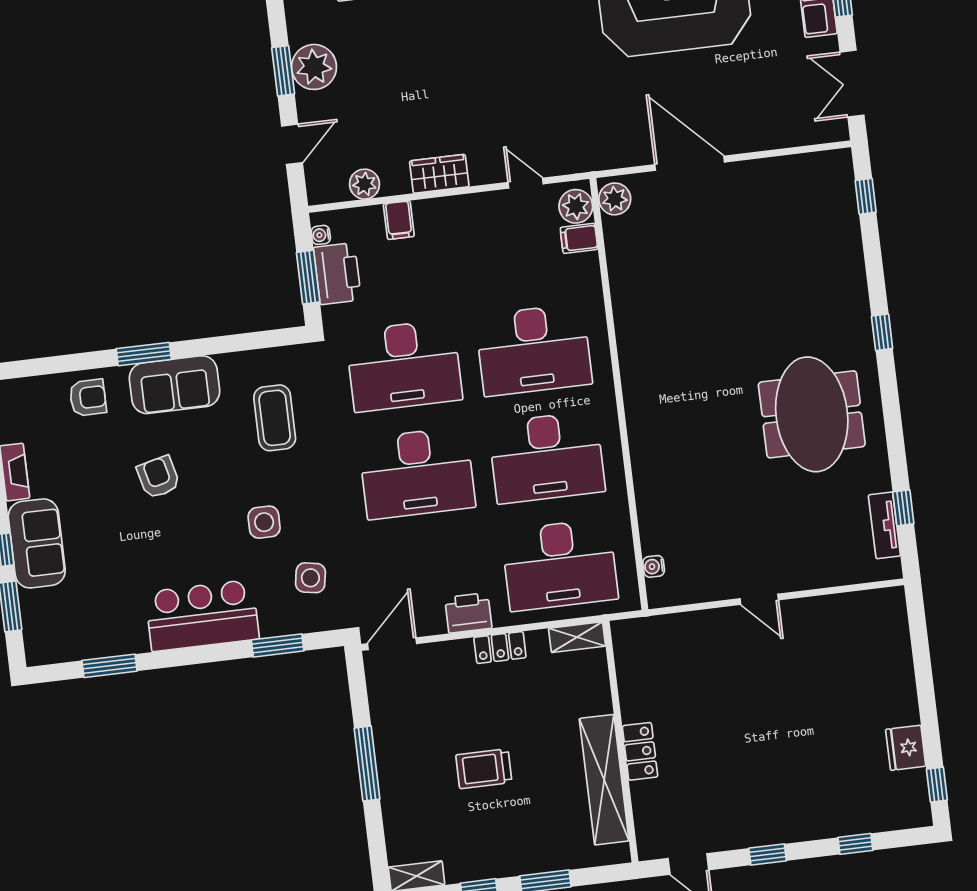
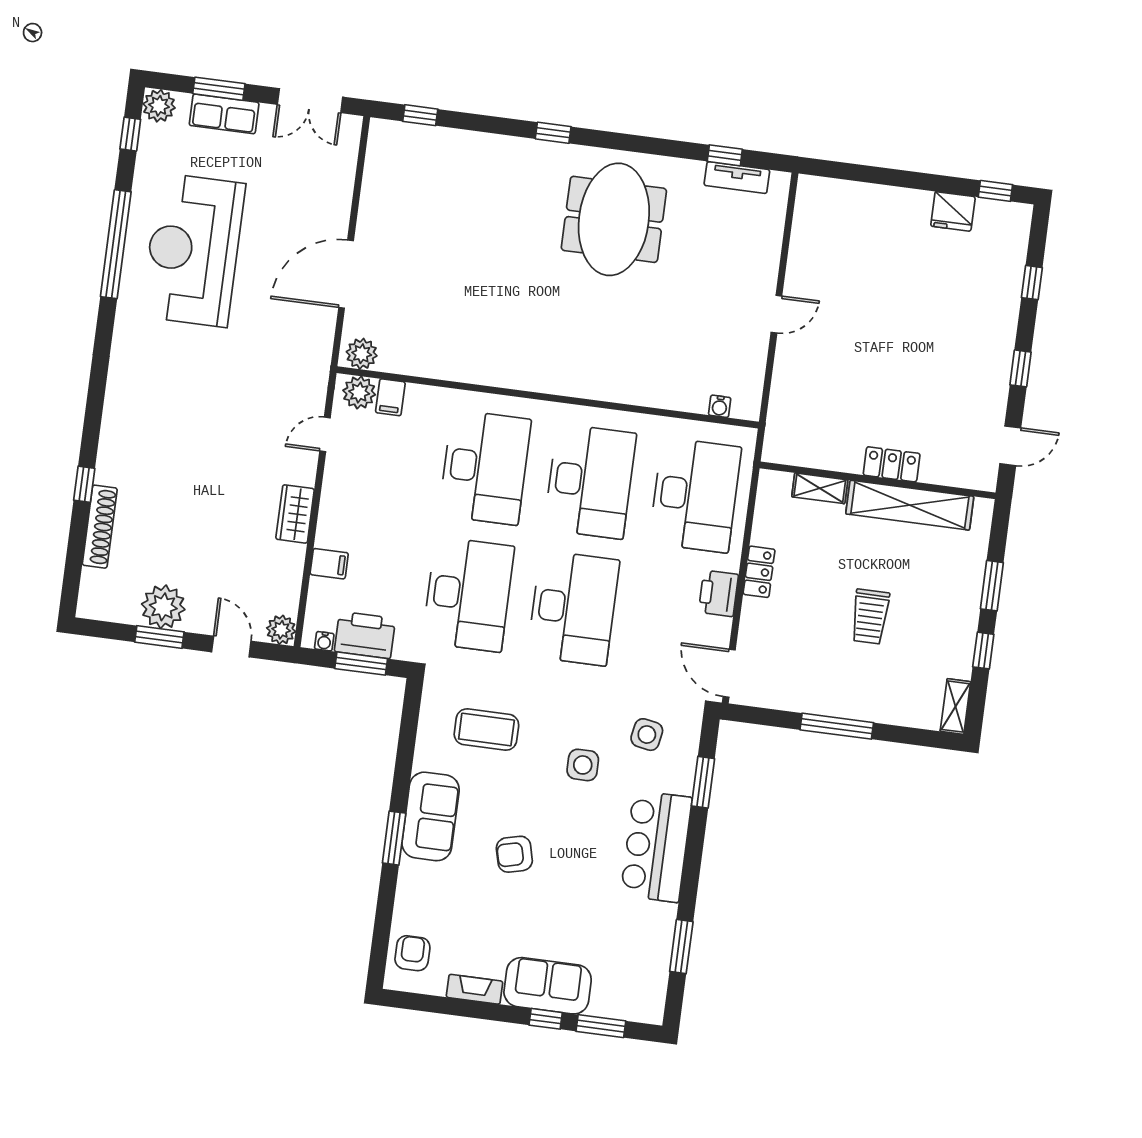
plant: (364, 184) -> (281, 630), moved
armchair: (88, 398) -> (412, 953), moved
meeting table: (812, 414) -> (614, 219), turned 90
shelving: (577, 637) -> (820, 488), moved, turned 90

